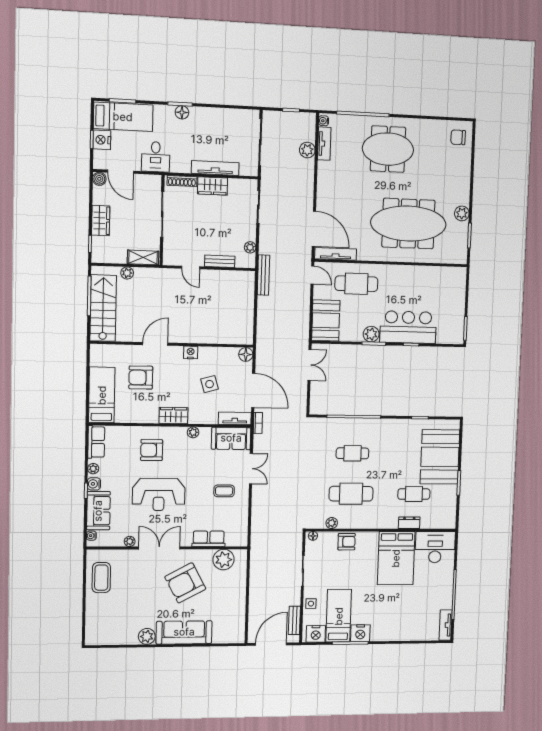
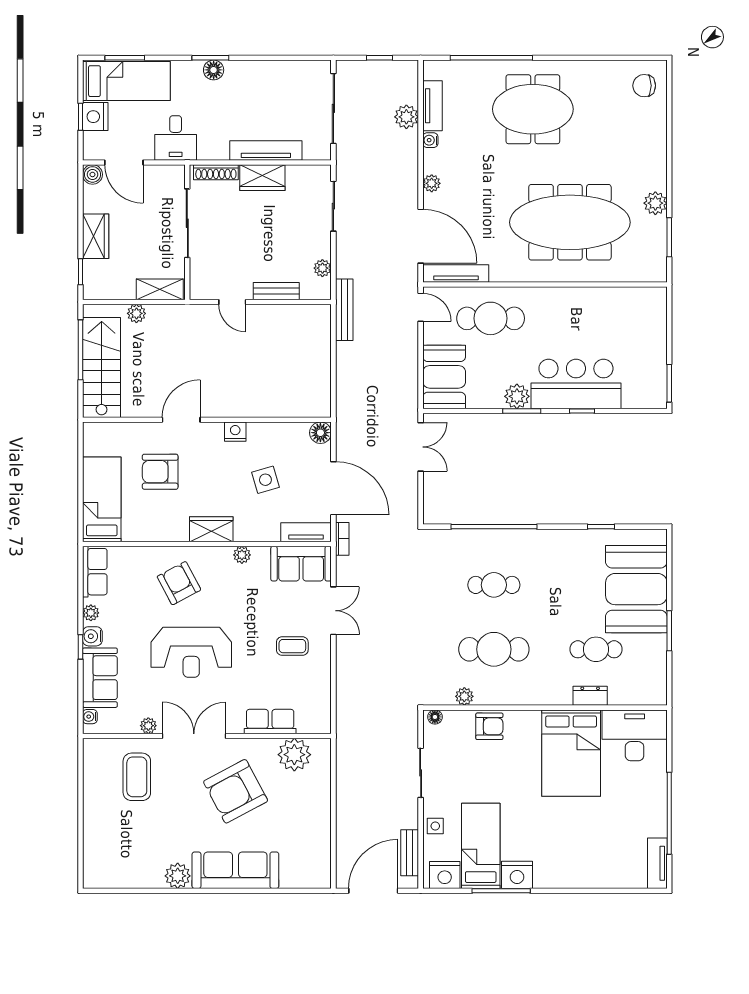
water cooler: (324, 121) -> (430, 140), moved
plant: (322, 195) -> (432, 183), added
armchair: (152, 450) -> (179, 583), turned 62
coffee table: (101, 578) -> (137, 777), moved

